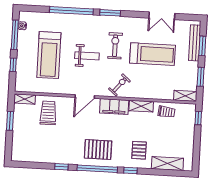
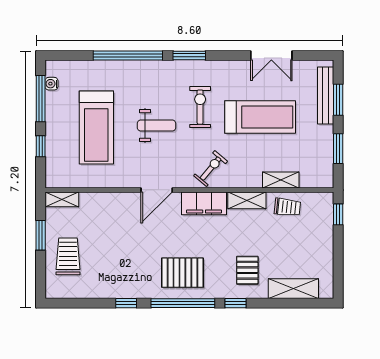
shelving: (185, 96) -> (281, 180), moved
trolley: (48, 113) -> (68, 256), moved

